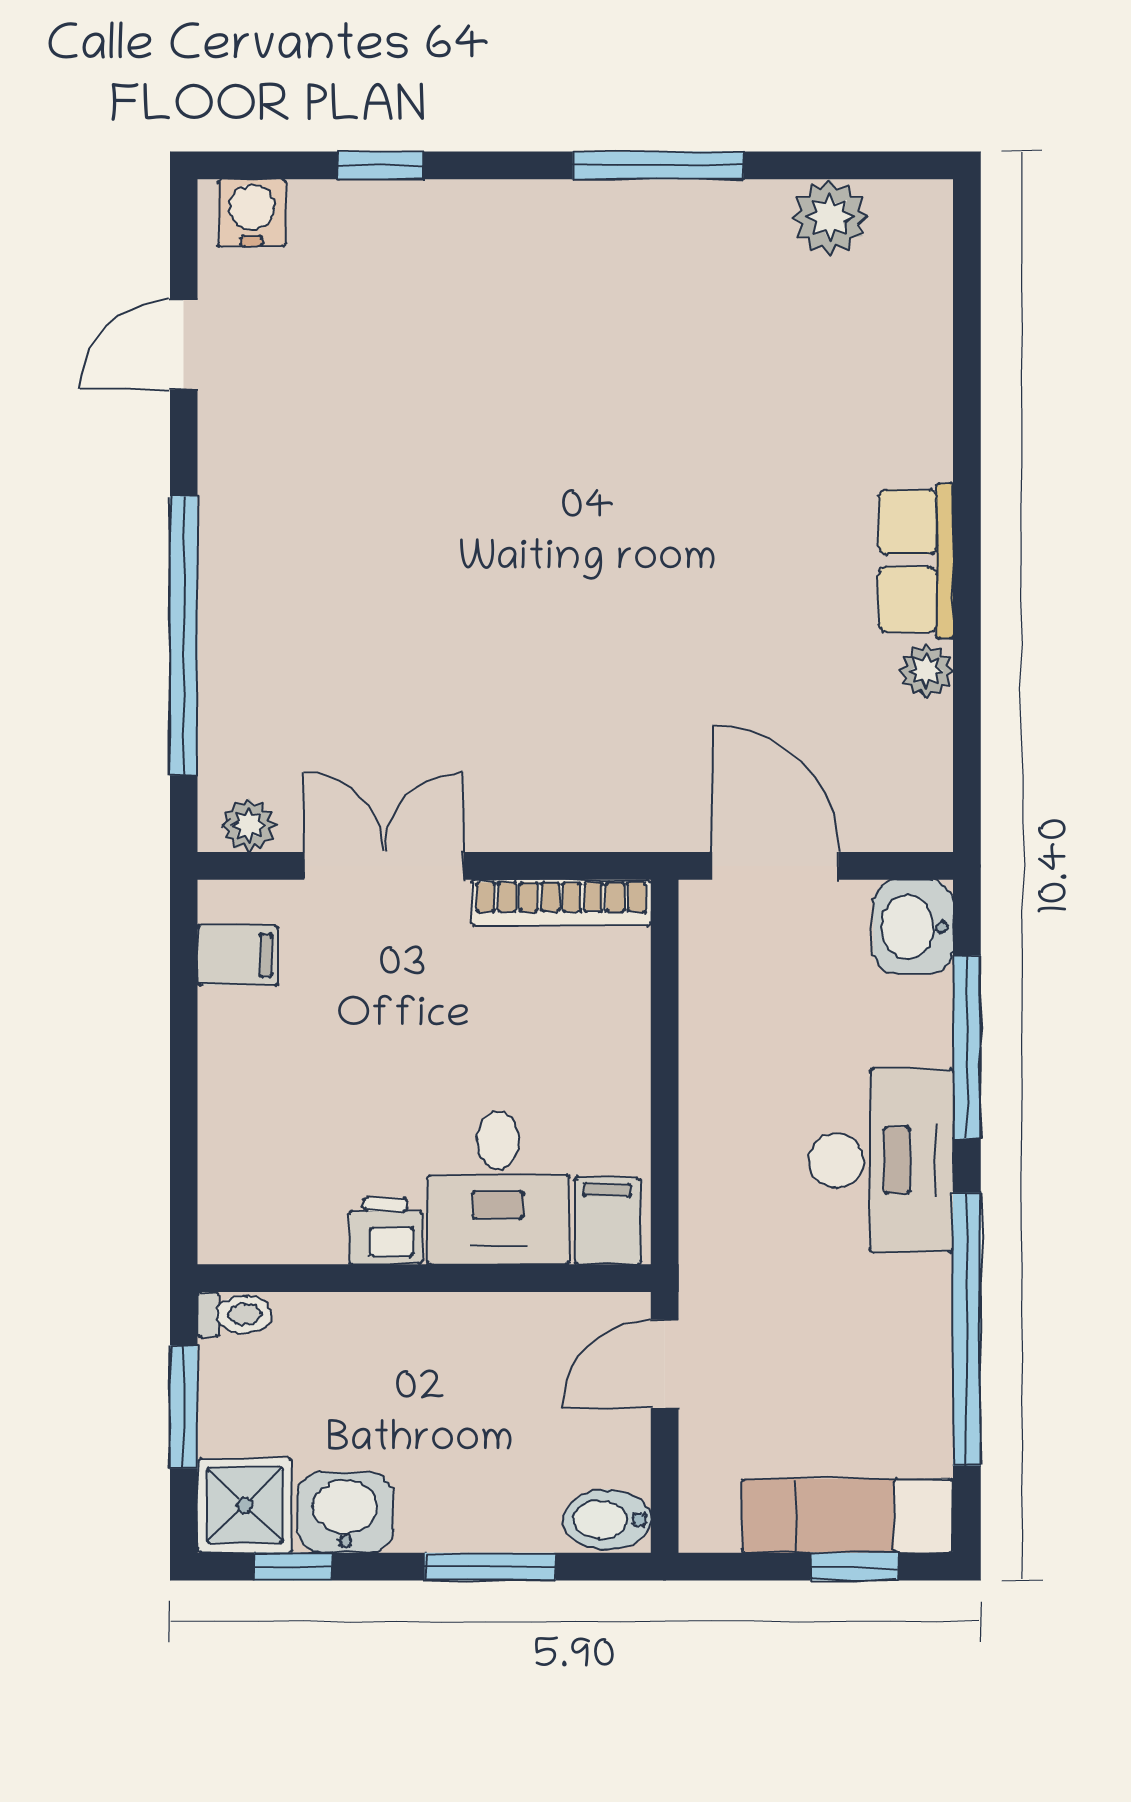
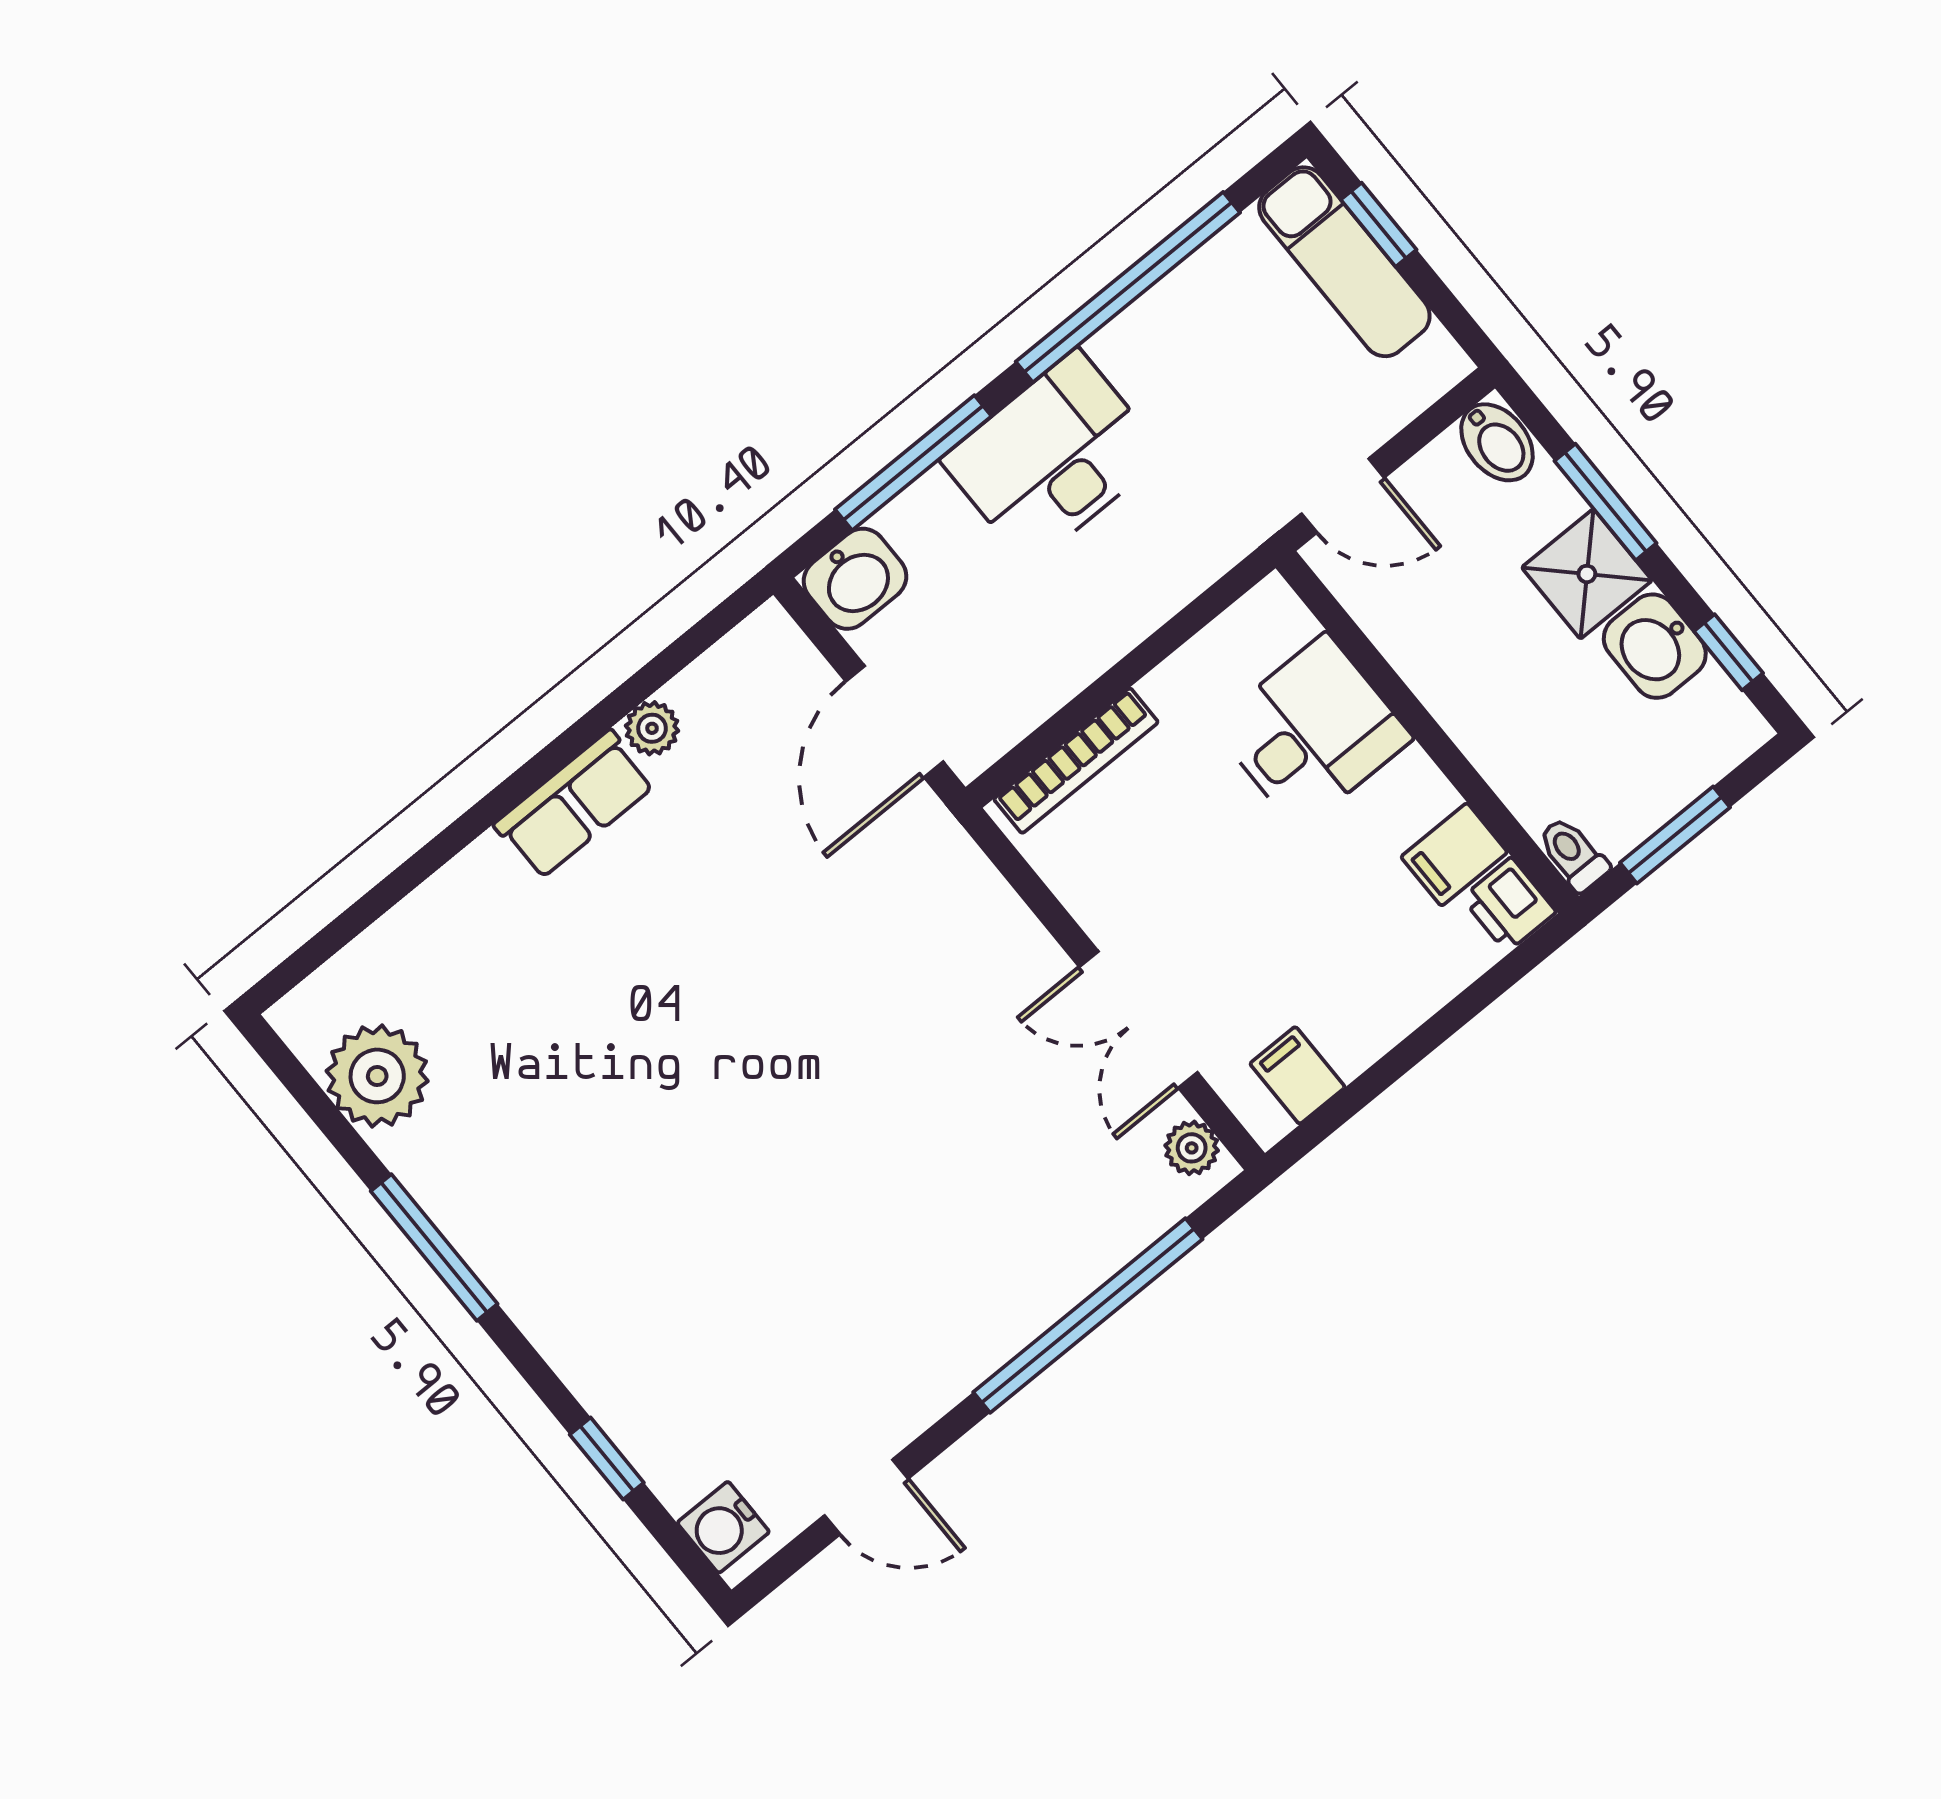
plant: (830, 217) -> (377, 1076), width x1.36, depth x1.36
bookcase: (561, 903) -> (1076, 761), moved, turned 90
filing cabinet: (607, 1221) -> (1454, 854), moved
printer: (385, 1231) -> (1509, 905), moved
shower: (245, 1506) -> (1587, 574), moved

